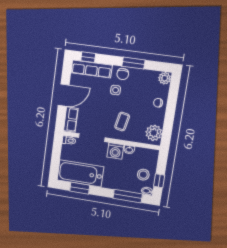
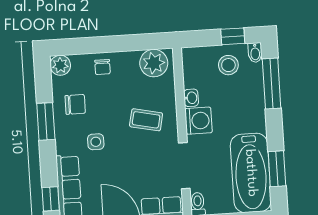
chair: (123, 74) -> (75, 104), moved

